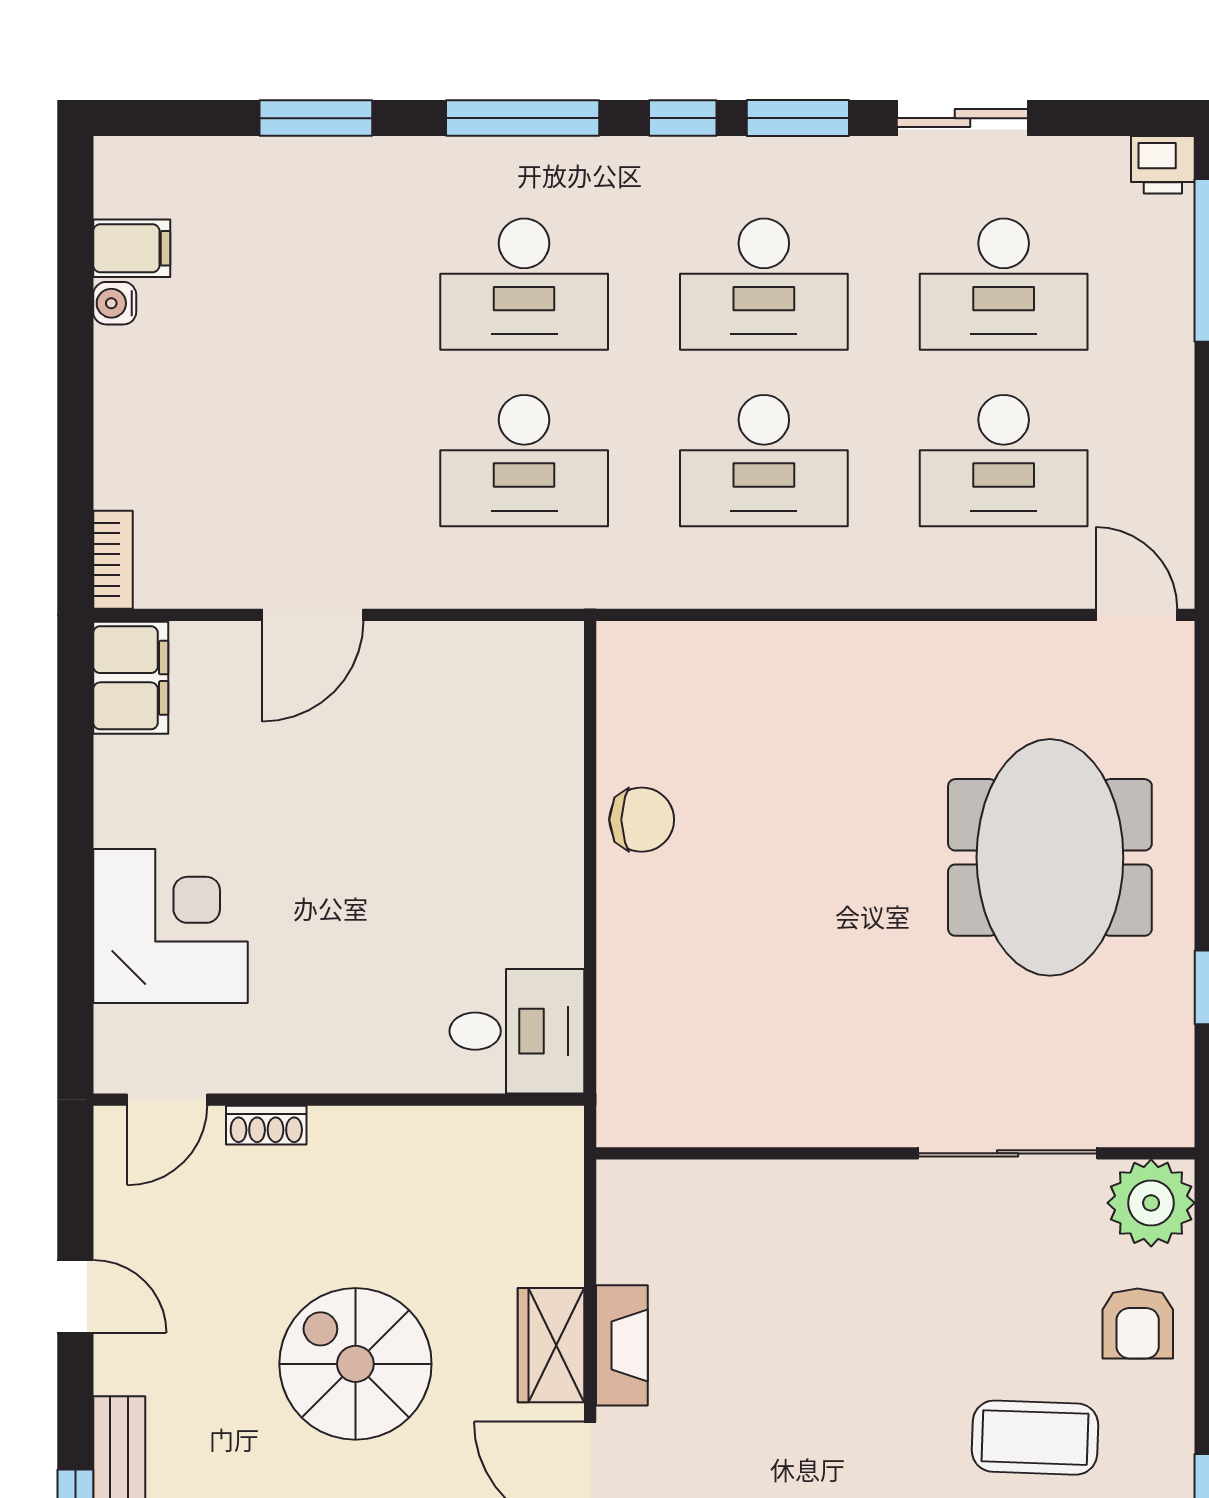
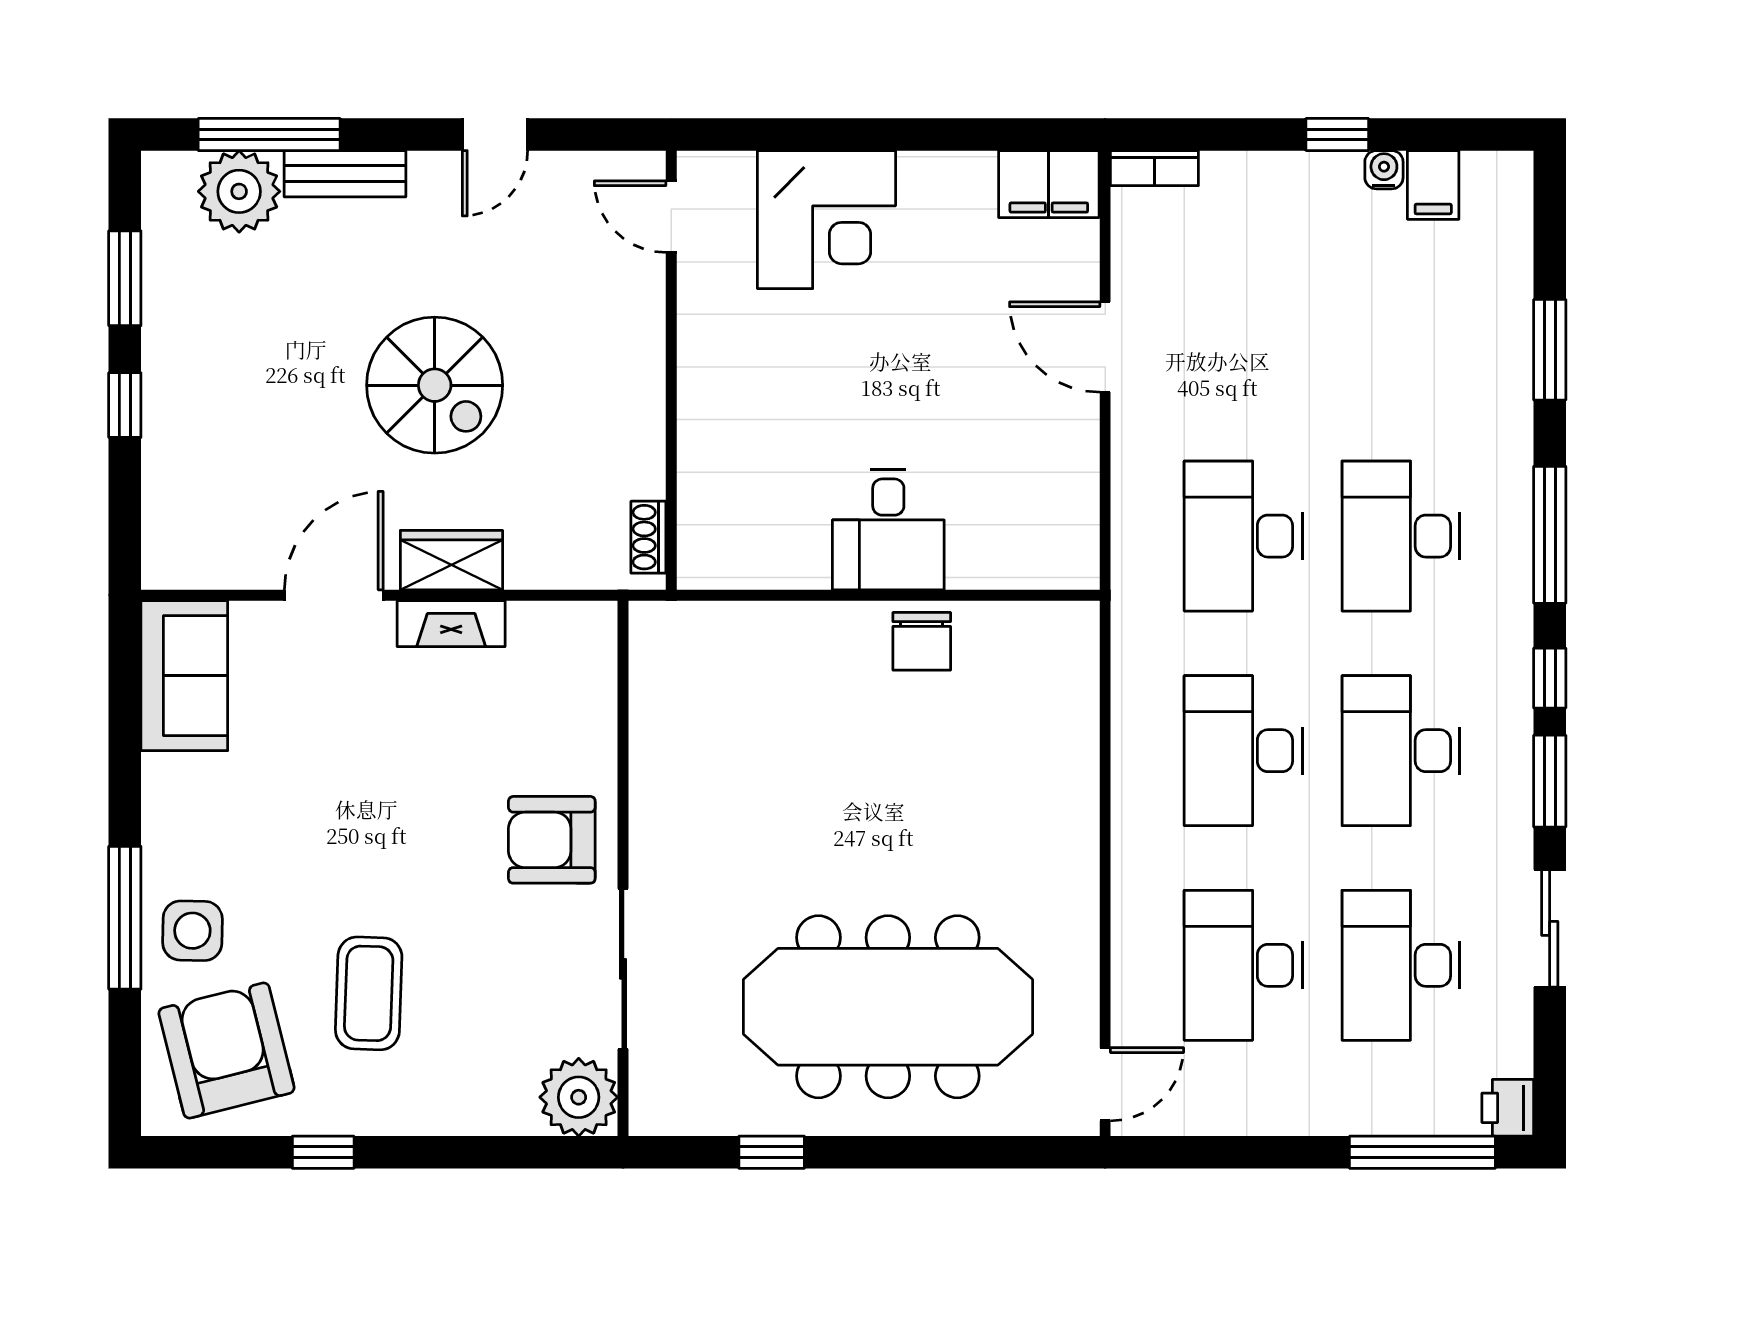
window: (75, 355) -> (1337, 134), added
meeting table: (1050, 857) -> (888, 1007), width x1.36
desk: (517, 1031) -> (888, 530), moved
shoe rack: (266, 1125) -> (648, 537), moved
armchair: (1138, 1323) -> (552, 840), moved, width x1.38, depth x1.38
spiral stairs: (355, 1364) -> (435, 385), turned 90

